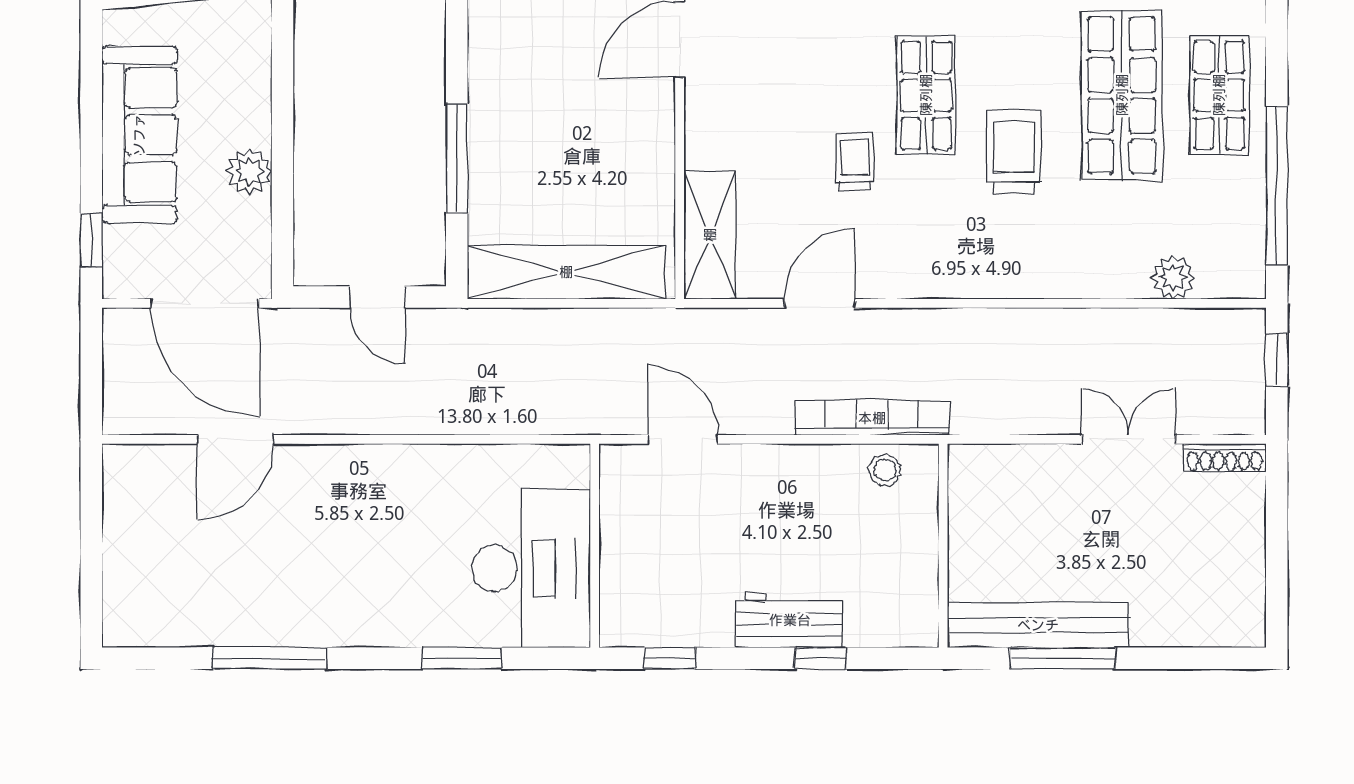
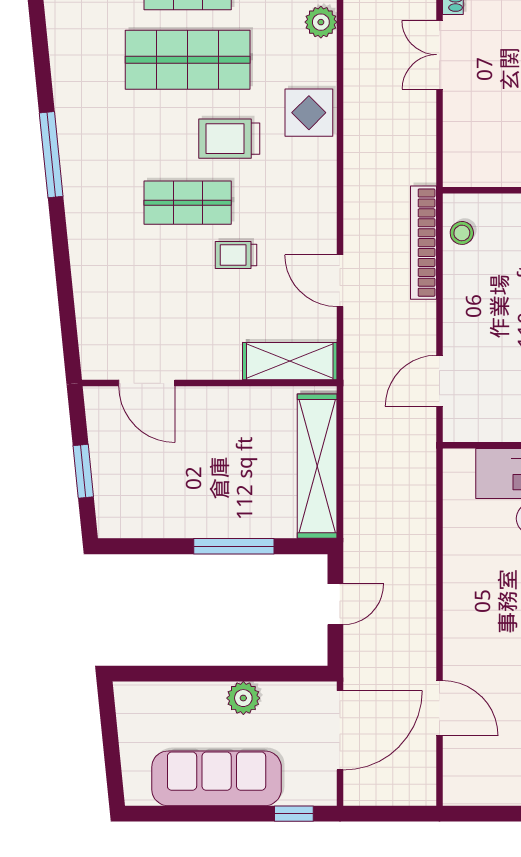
display table: (1049, 261) -> (309, 113), added

